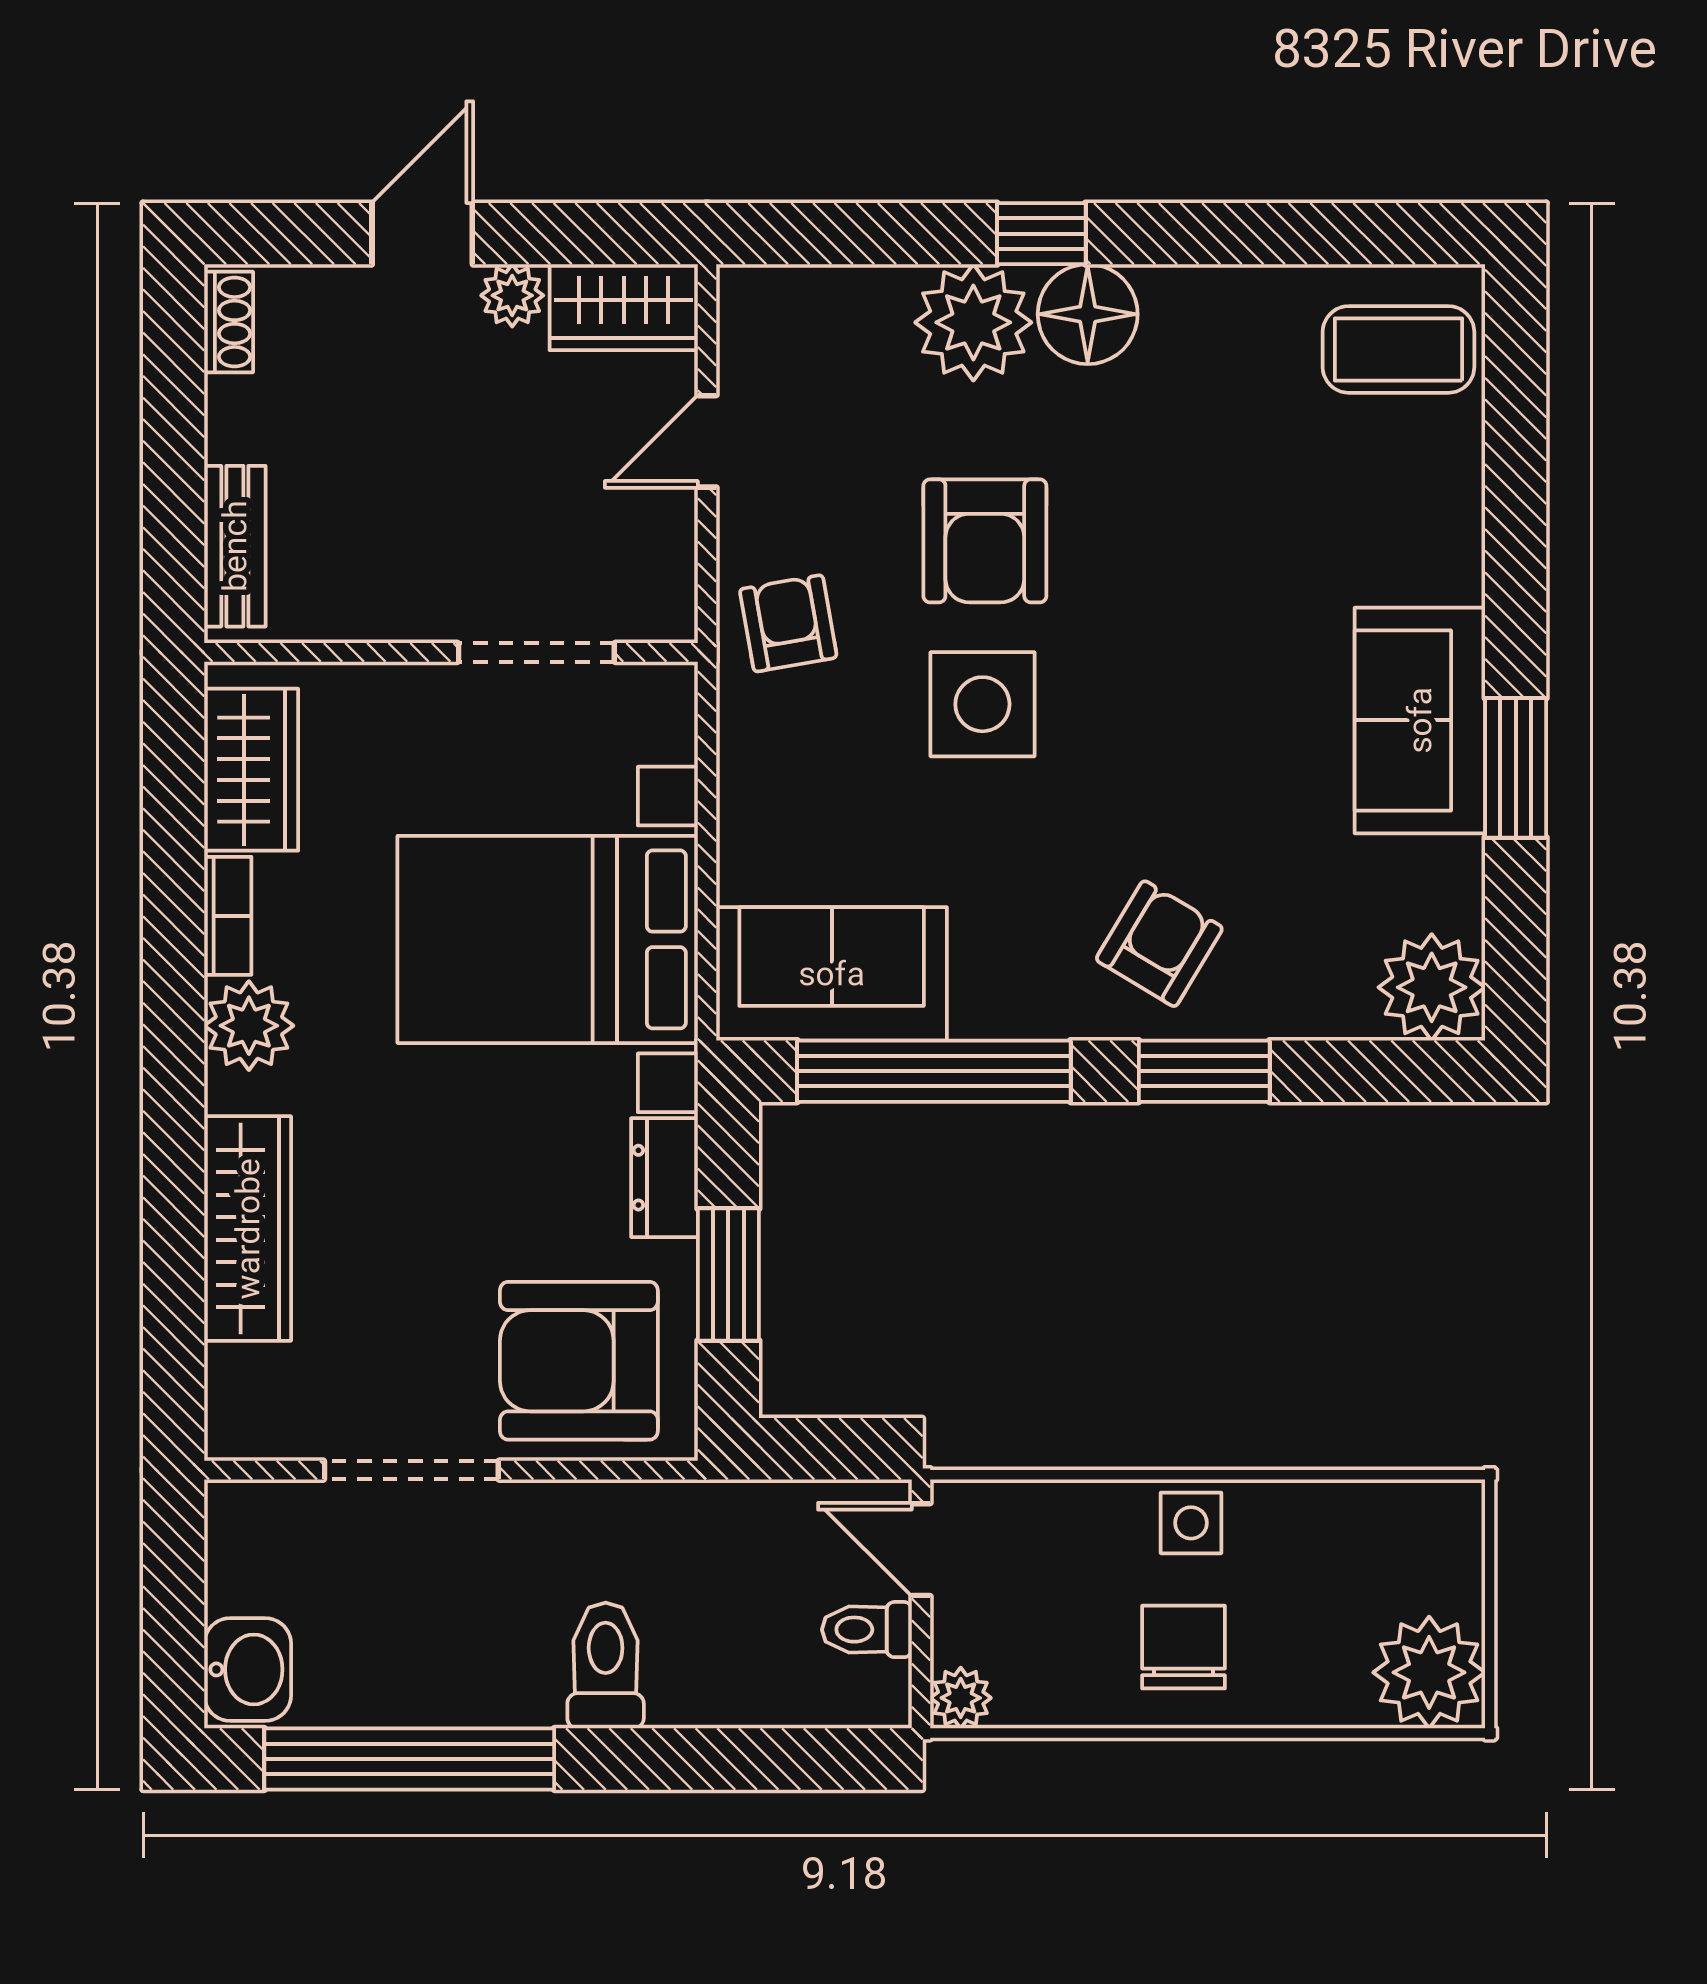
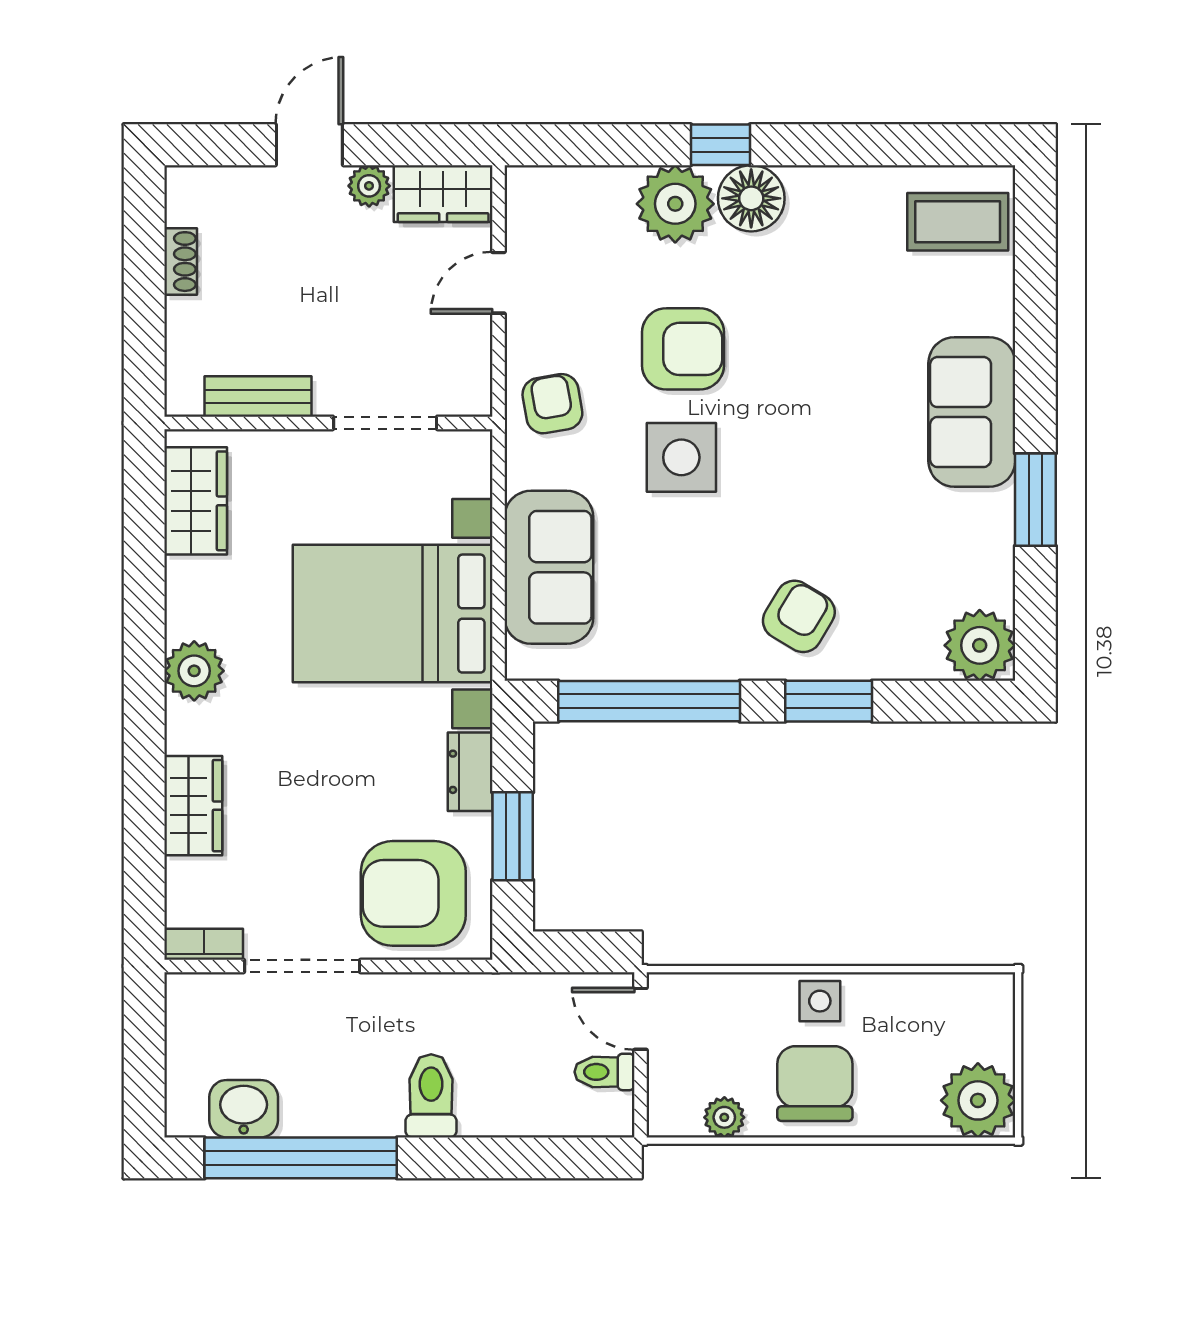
shoe rack: (229, 322) -> (181, 262), moved
armchair: (985, 541) -> (683, 349), turned -90
bench: (235, 546) -> (258, 396), moved, turned 90
sofa: (1420, 720) -> (972, 412), moved
bookcase: (228, 916) -> (204, 944), moved, turned -90
sofa: (832, 974) -> (549, 567), moved, turned 90
wardrobe: (248, 1229) -> (193, 806), width x0.67
chair: (1184, 1647) -> (815, 1084), width x1.37, depth x1.37
washbasin: (248, 1669) -> (244, 1109), moved, turned -90
plant: (961, 1698) -> (724, 1117), moved

